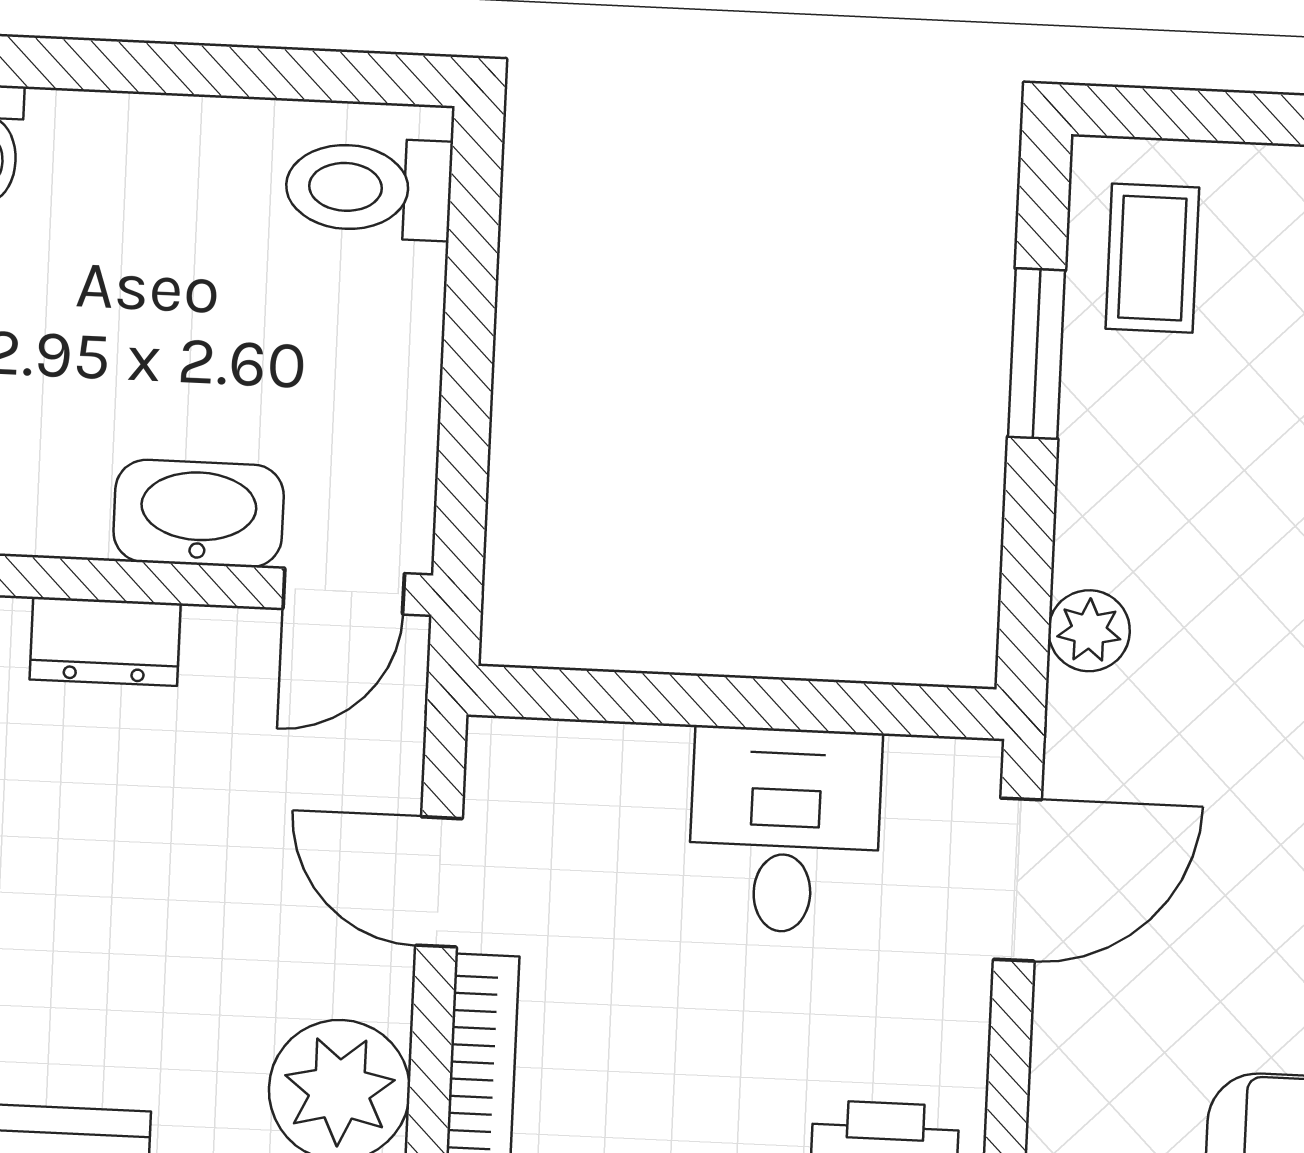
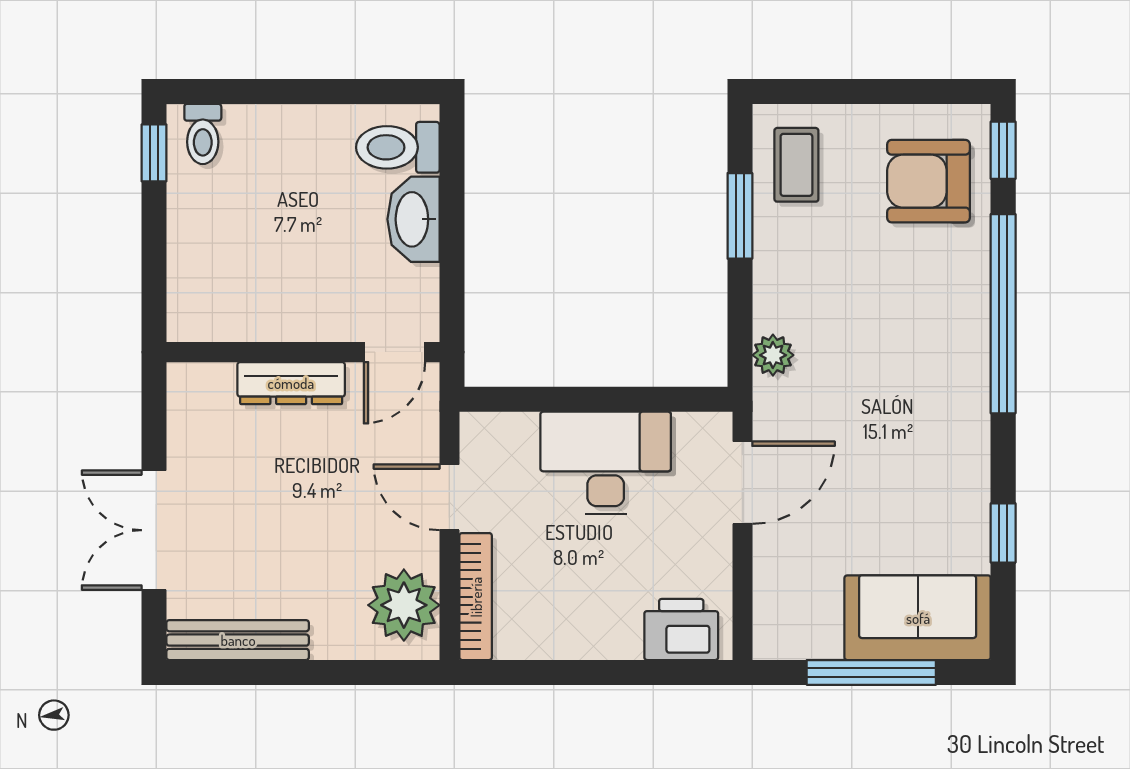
washbasin: (199, 513) -> (413, 219), moved, turned -90
dresser: (105, 641) -> (291, 383), width x1.44
desk: (785, 830) -> (606, 463), width x1.37

